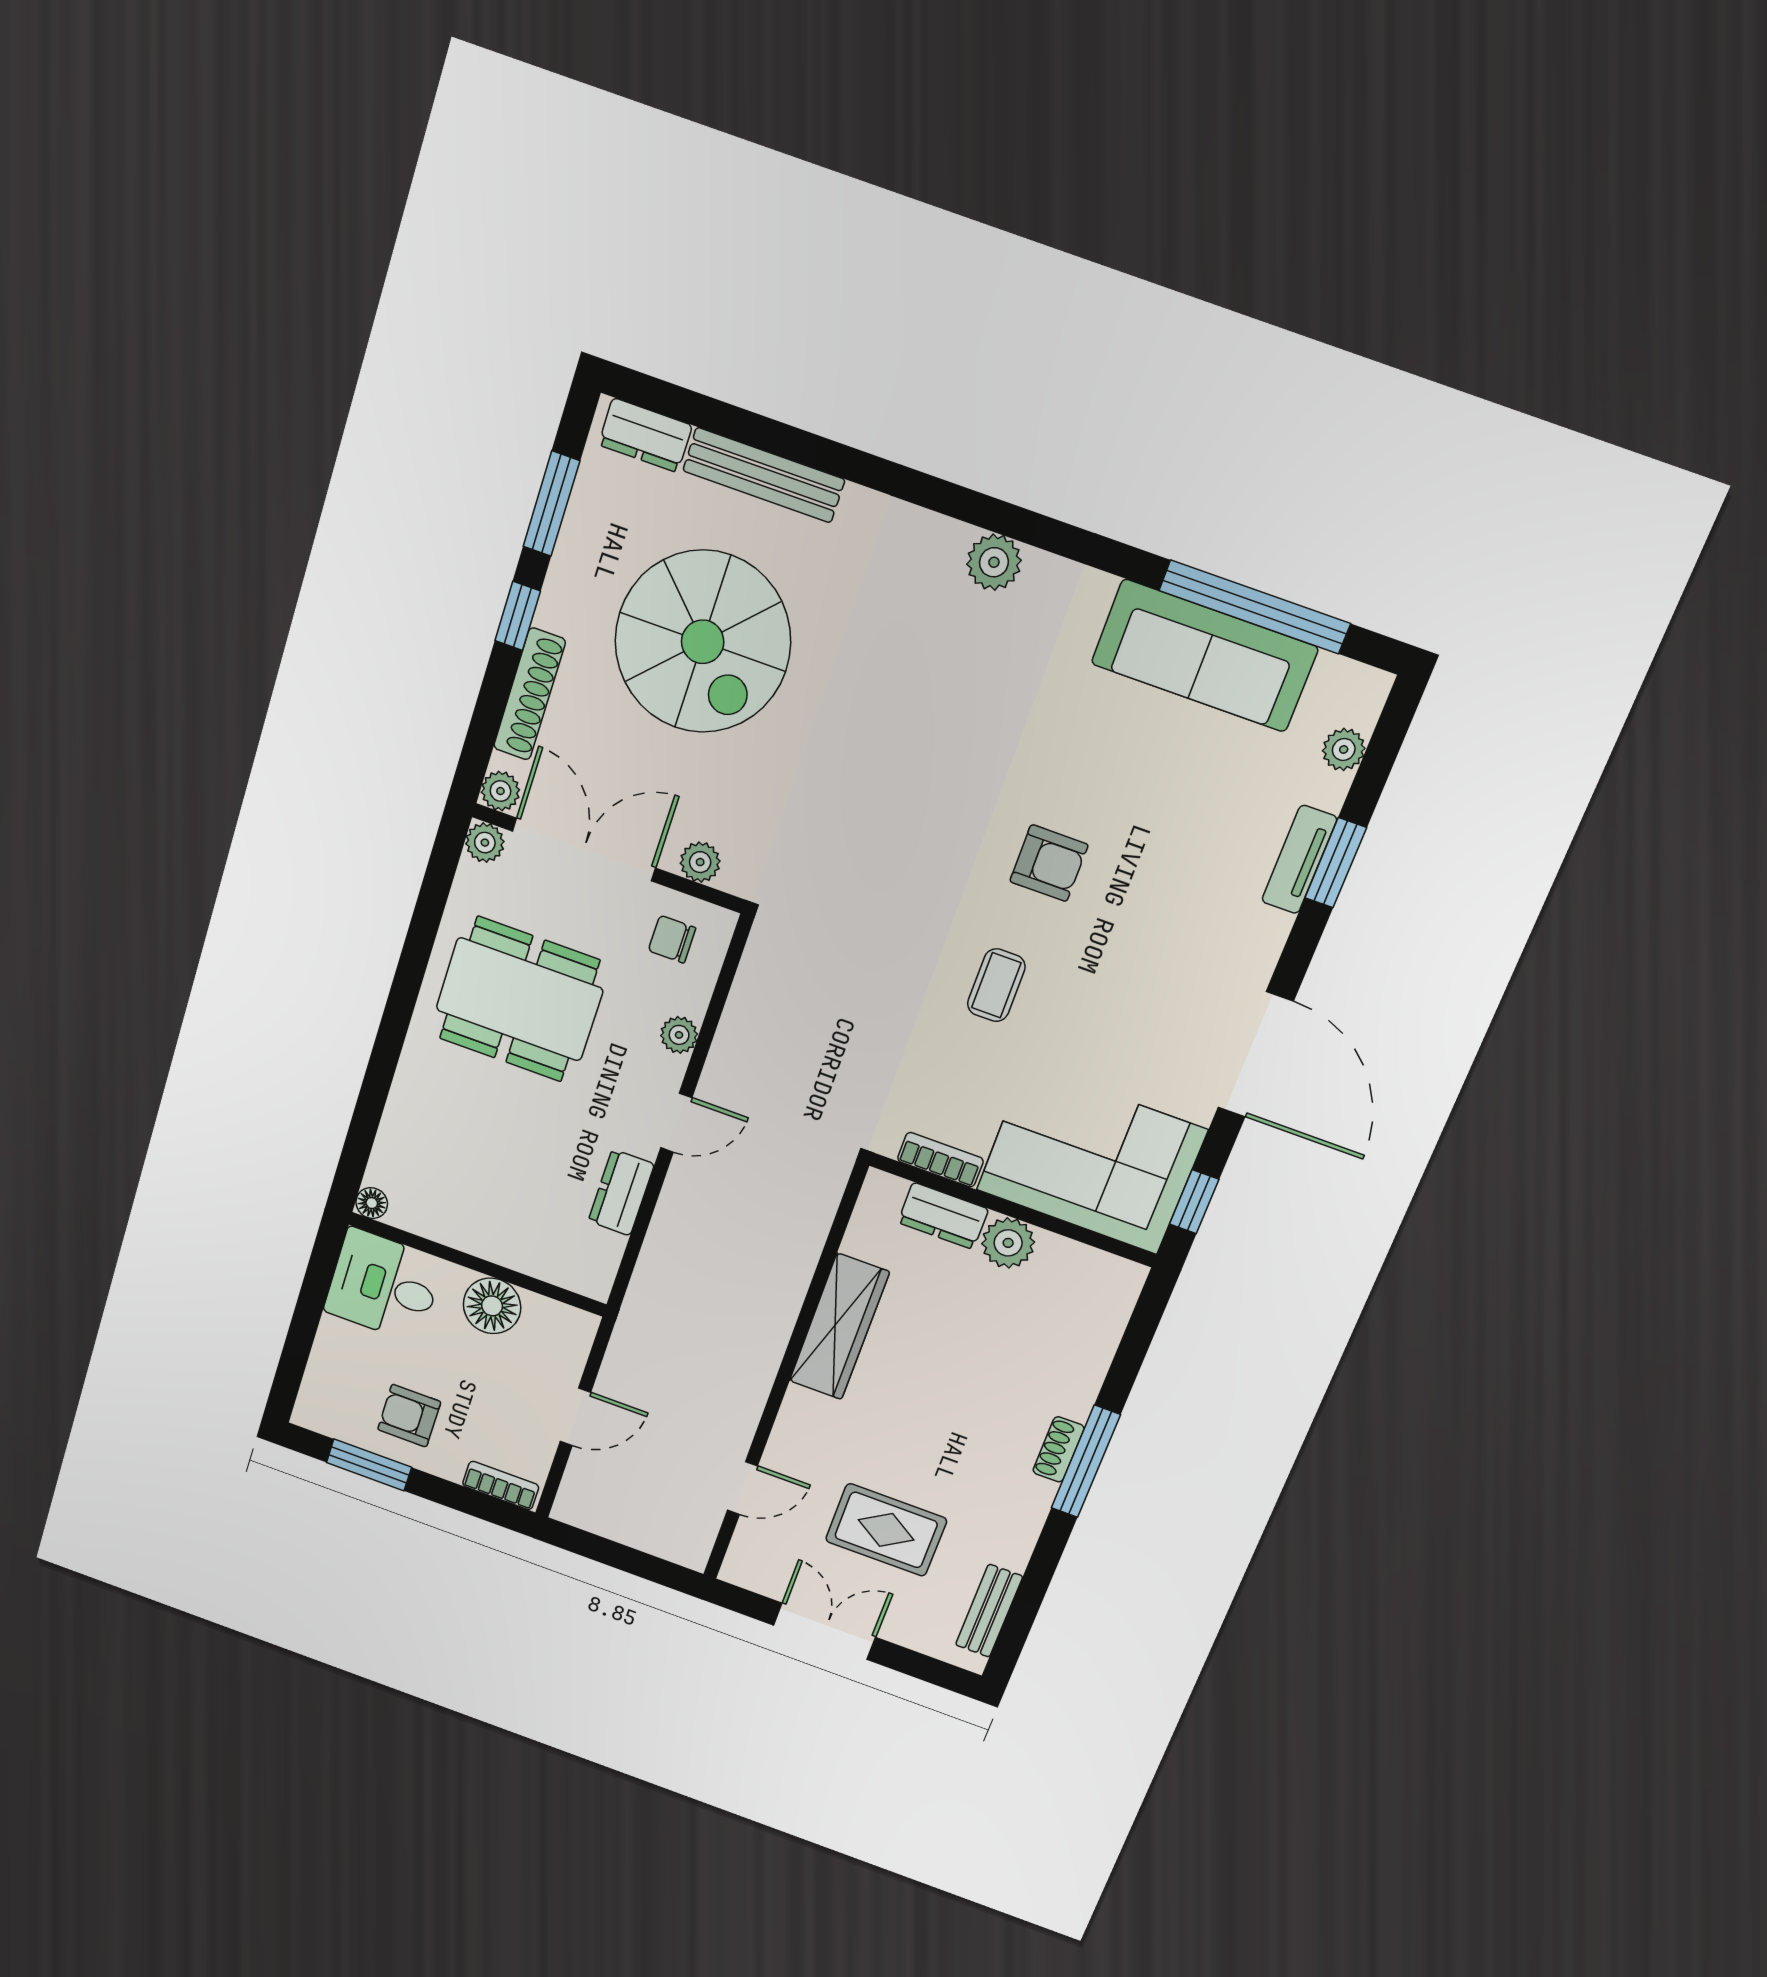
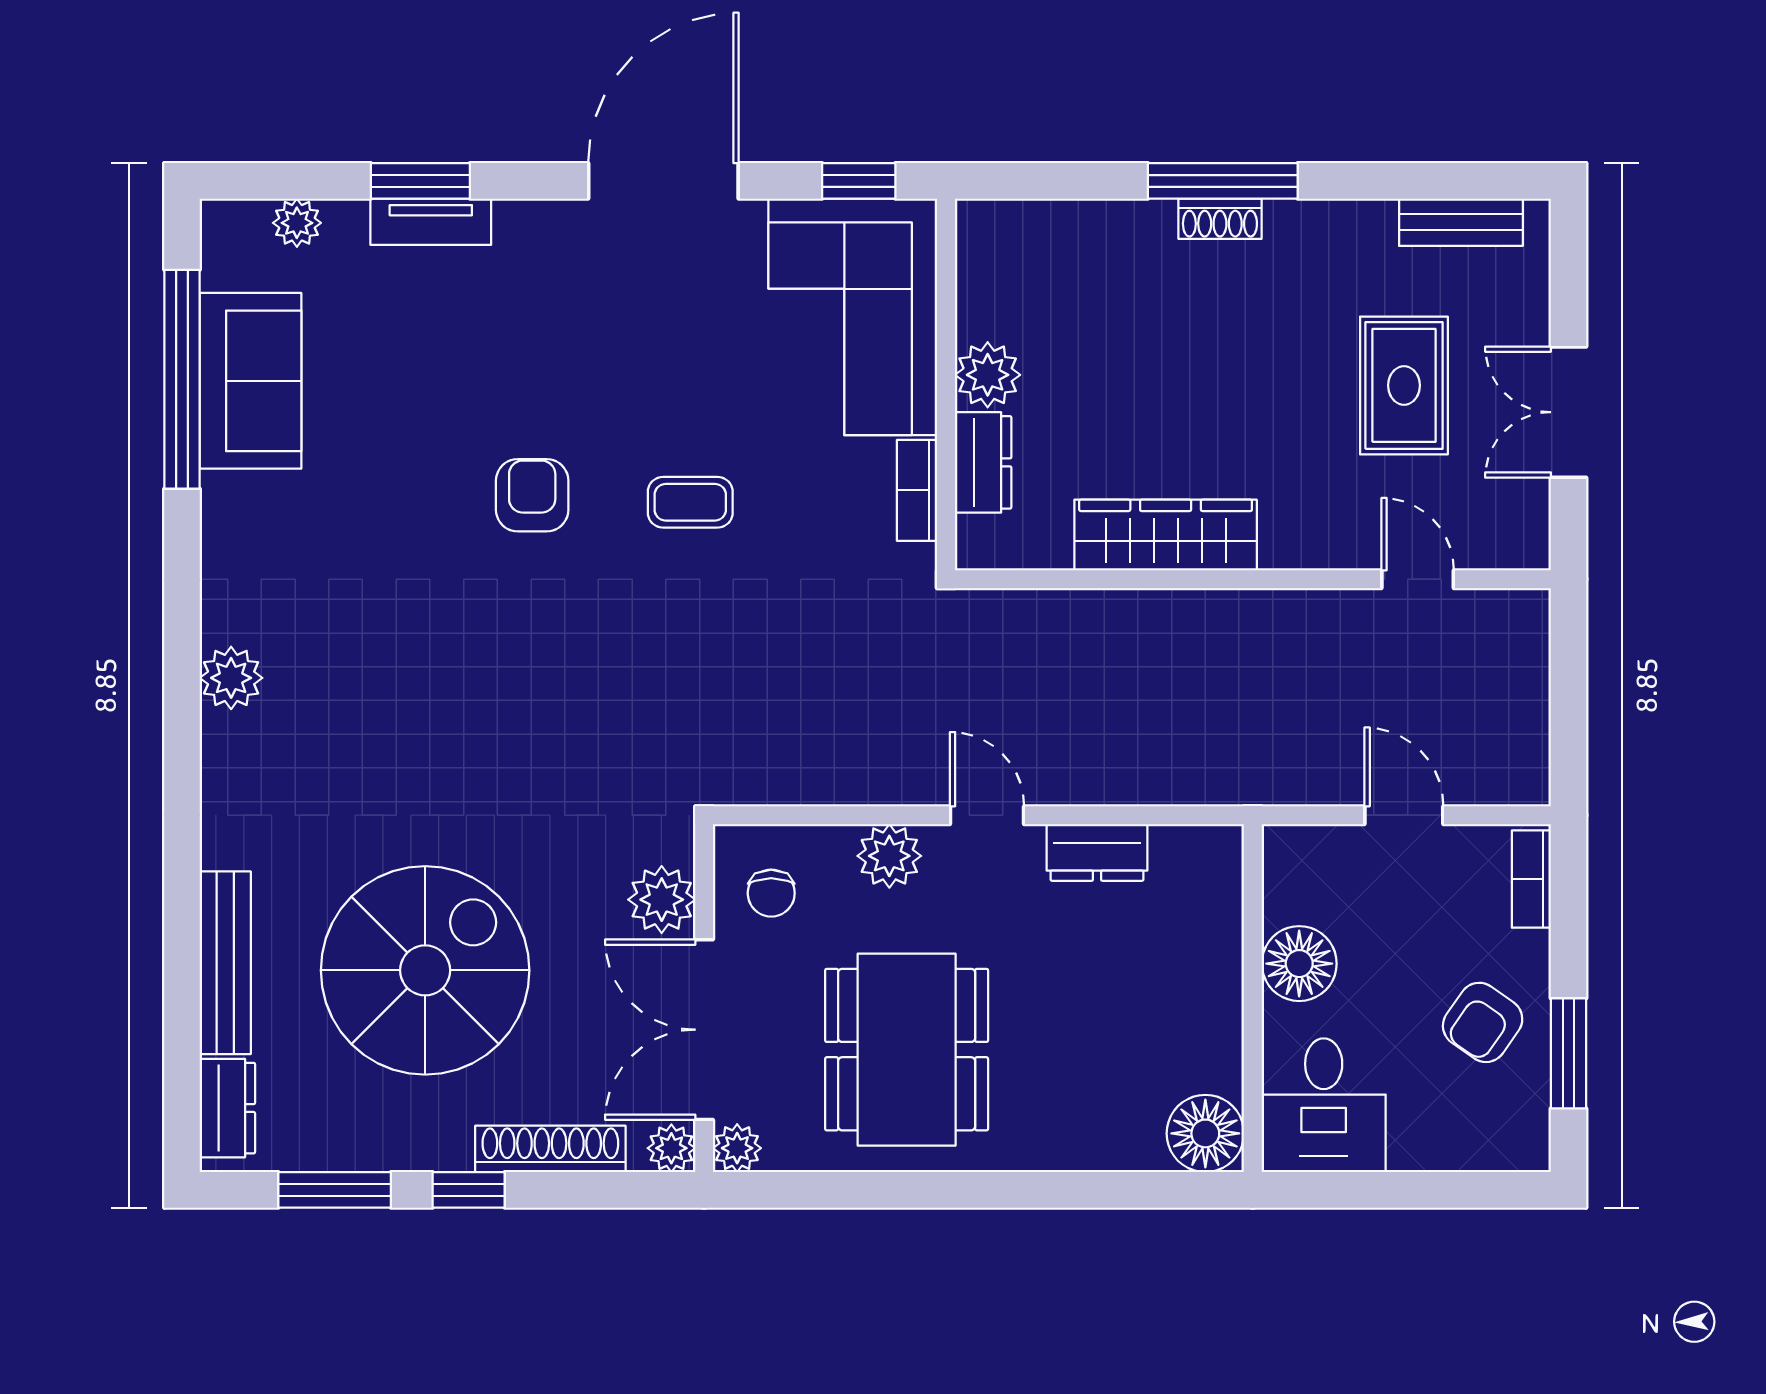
sofa: (1204, 656) -> (250, 381), width x0.73
plant: (700, 862) -> (662, 900), width x1.38, depth x1.38
plant: (679, 1035) -> (889, 856), width x1.38, depth x1.38
floor lamp: (372, 1203) -> (1205, 1133), width x1.89, depth x1.89
armchair: (409, 1416) -> (1483, 1022), turned 35

